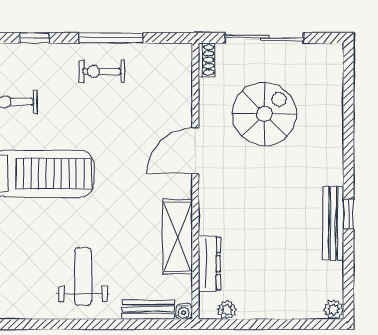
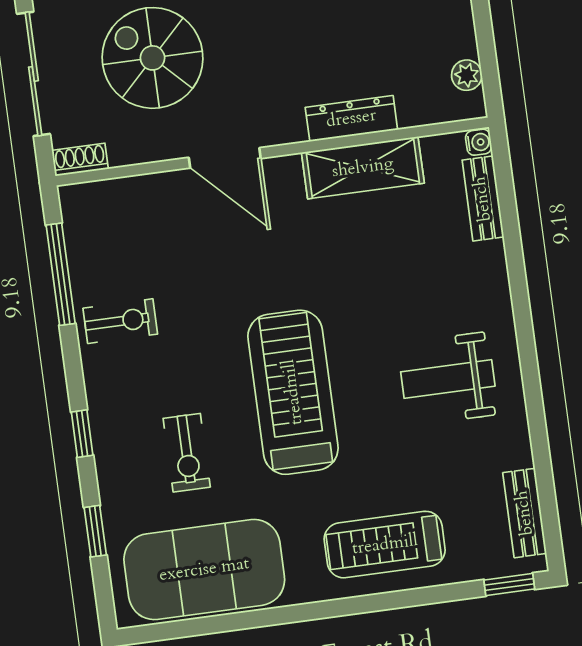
window: (111, 38) -> (61, 274), moved
exercise bike: (102, 71) -> (120, 321), turned -90
dresser: (209, 264) -> (351, 119), moved
weight bench: (83, 276) -> (448, 379), moved

